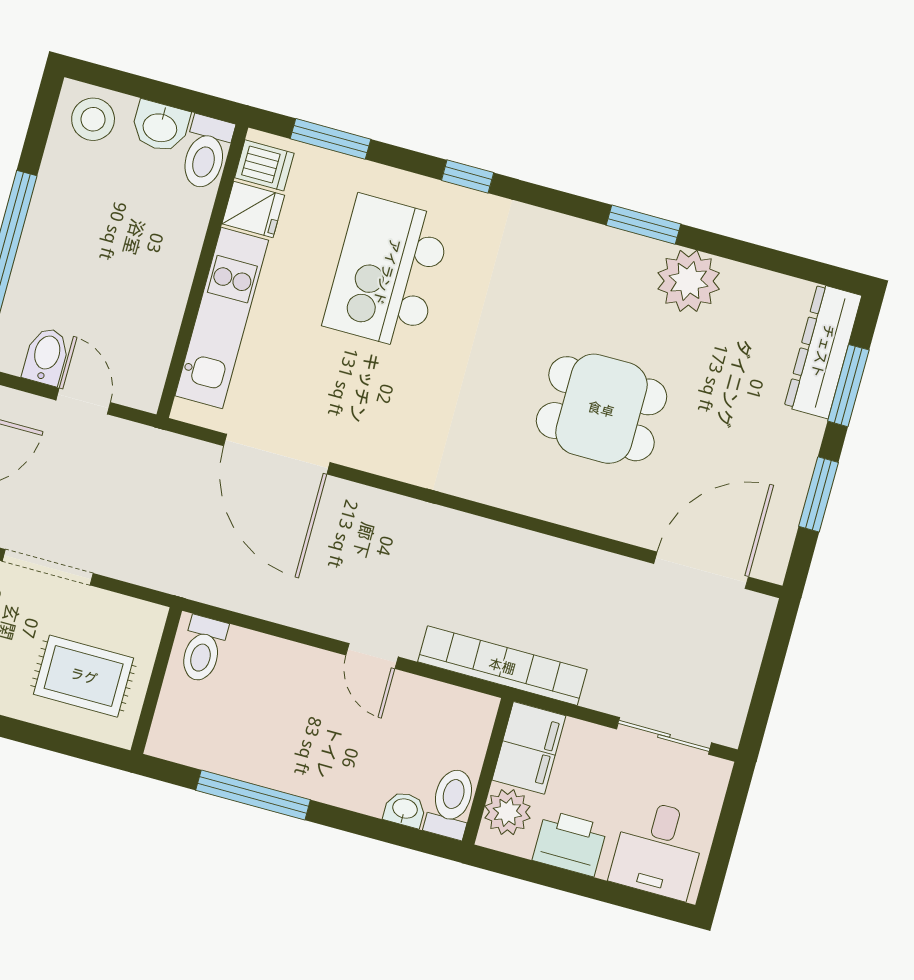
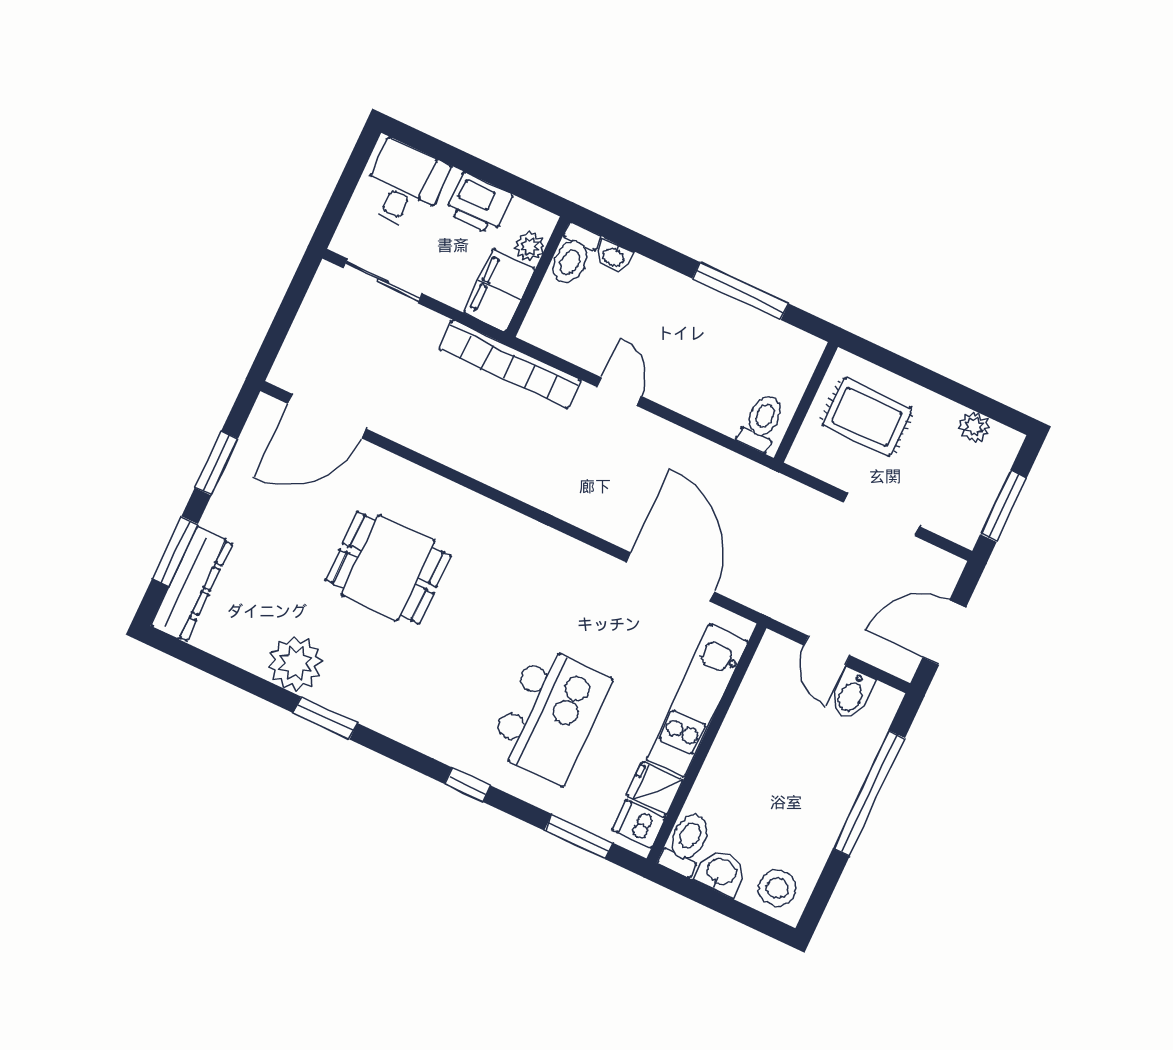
plant: (507, 812) -> (530, 247), width x0.73, depth x0.73

